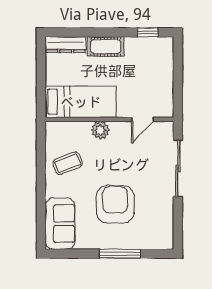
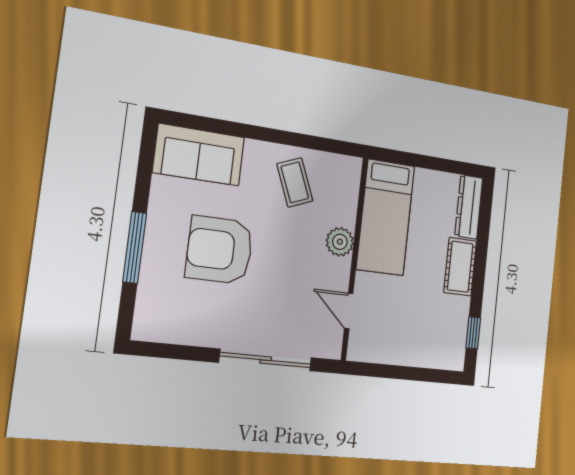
armchair: (115, 204) -> (220, 250), turned 180

